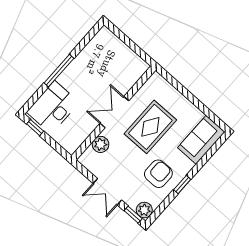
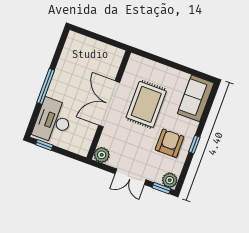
double door: (114, 112) -> (109, 104), width x1.37
plant: (101, 144) -> (102, 155), moved

